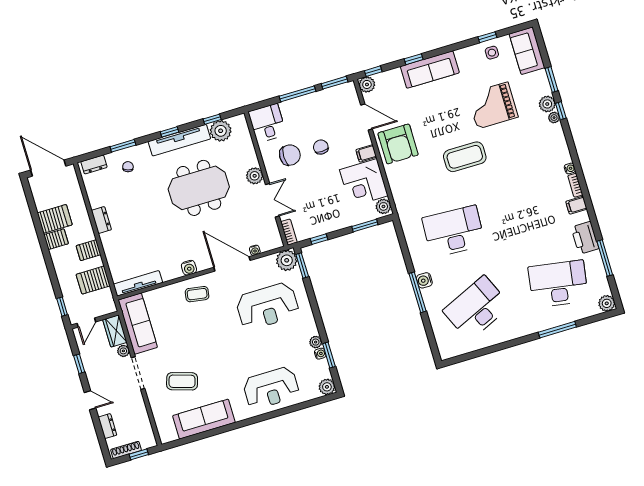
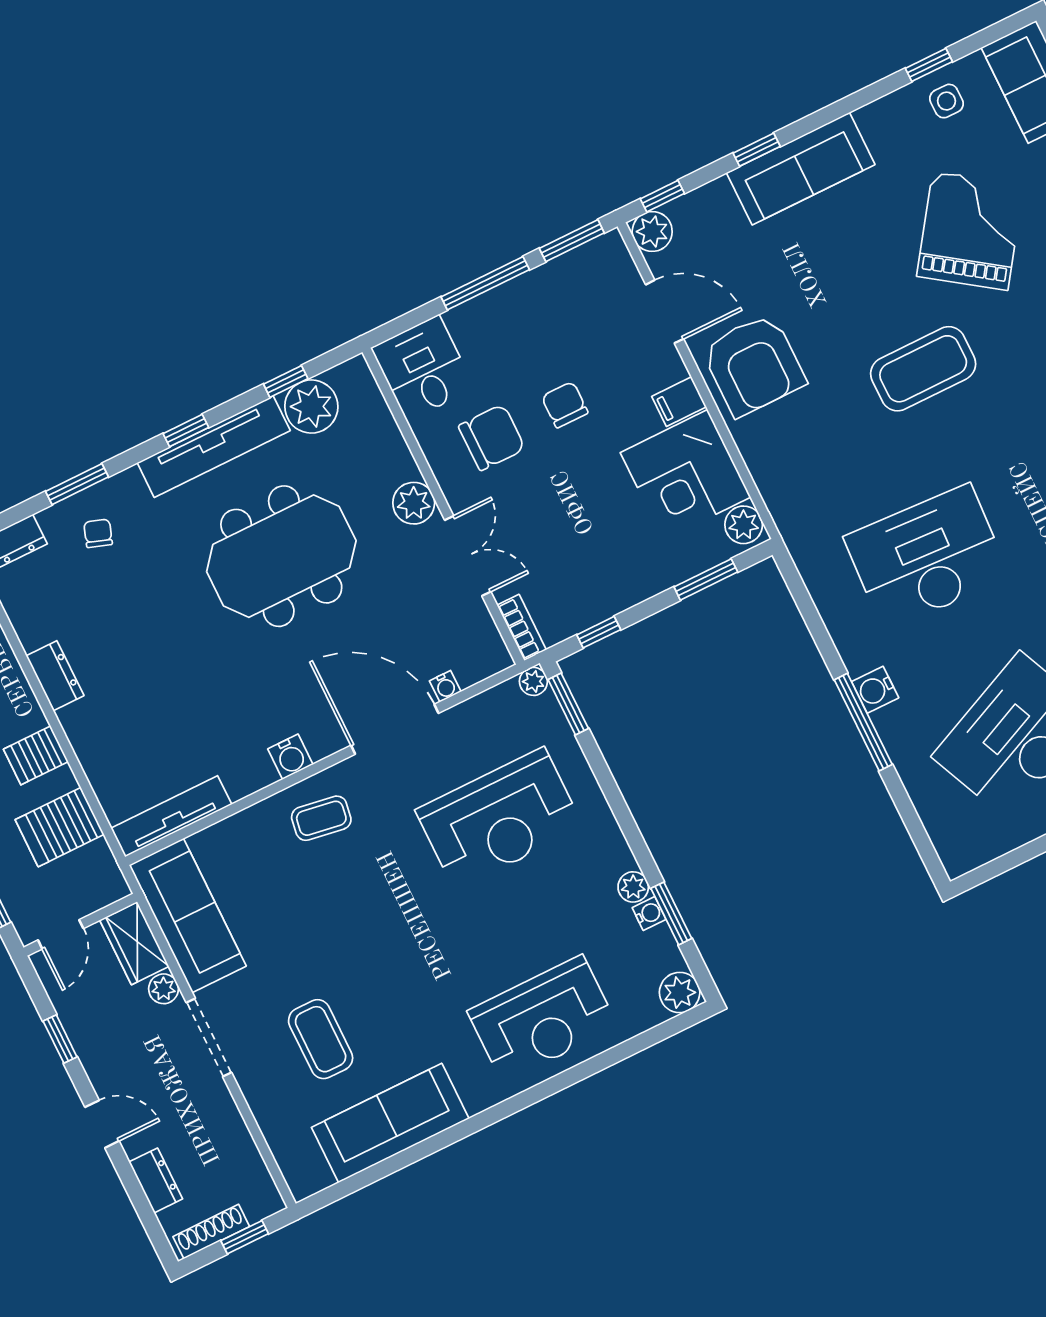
grand piano: (493, 105) -> (970, 231), turned 125
plant: (287, 260) -> (533, 681), width x0.53, depth x0.53
coffee table: (182, 381) -> (321, 1039), turned 73

